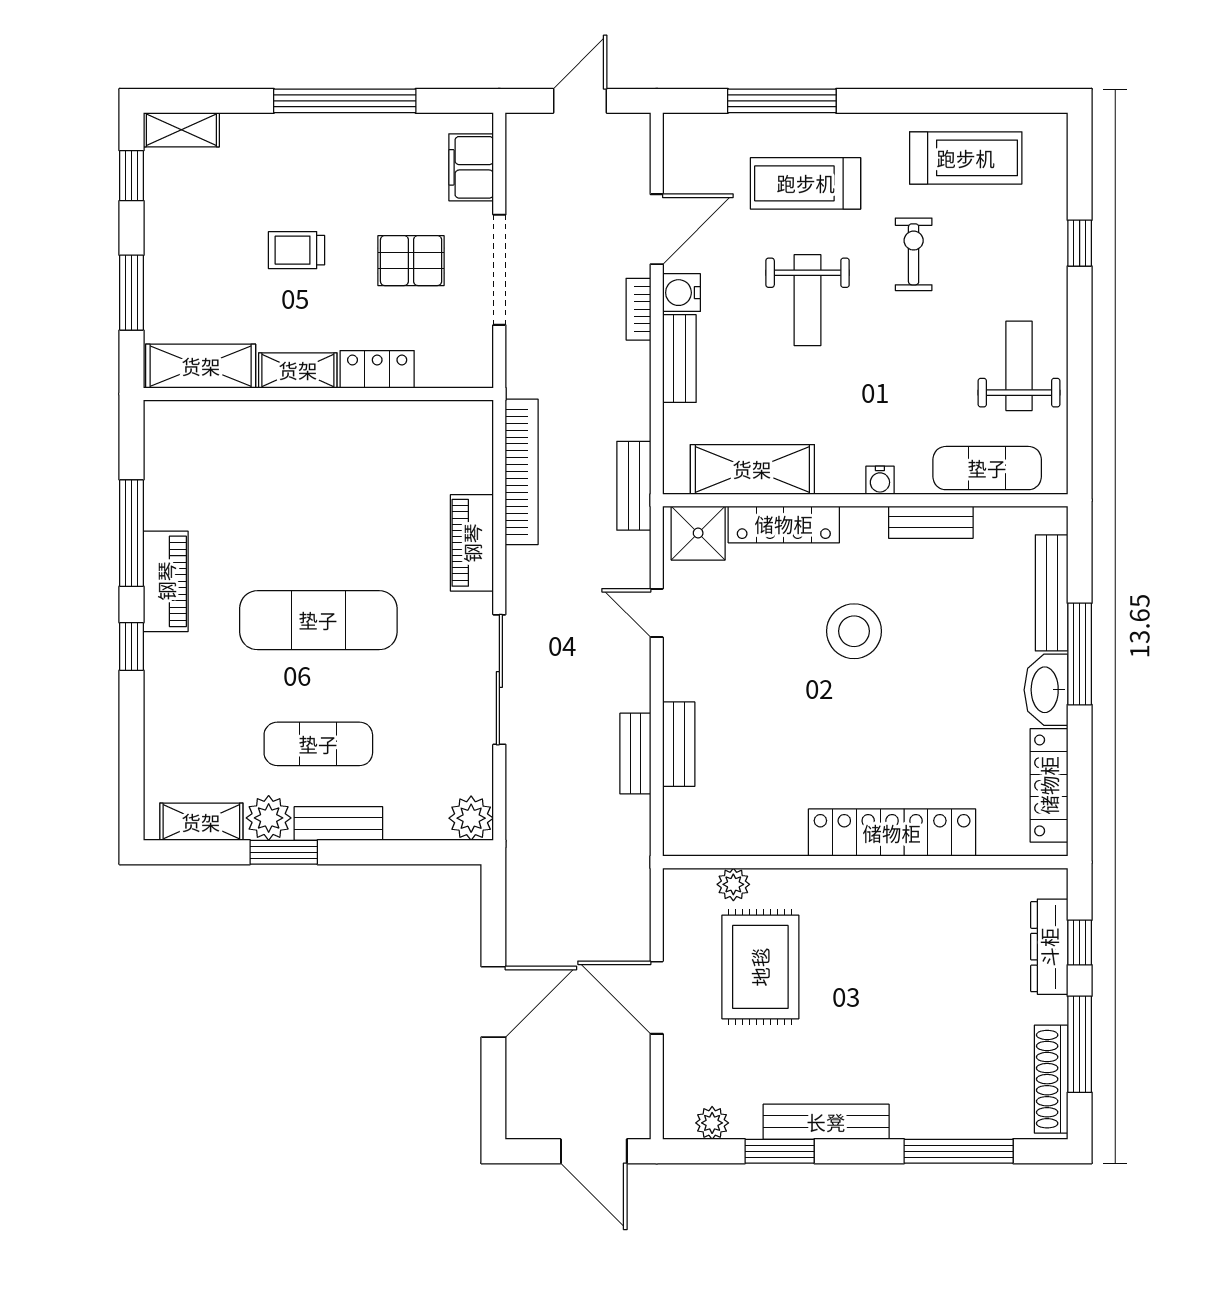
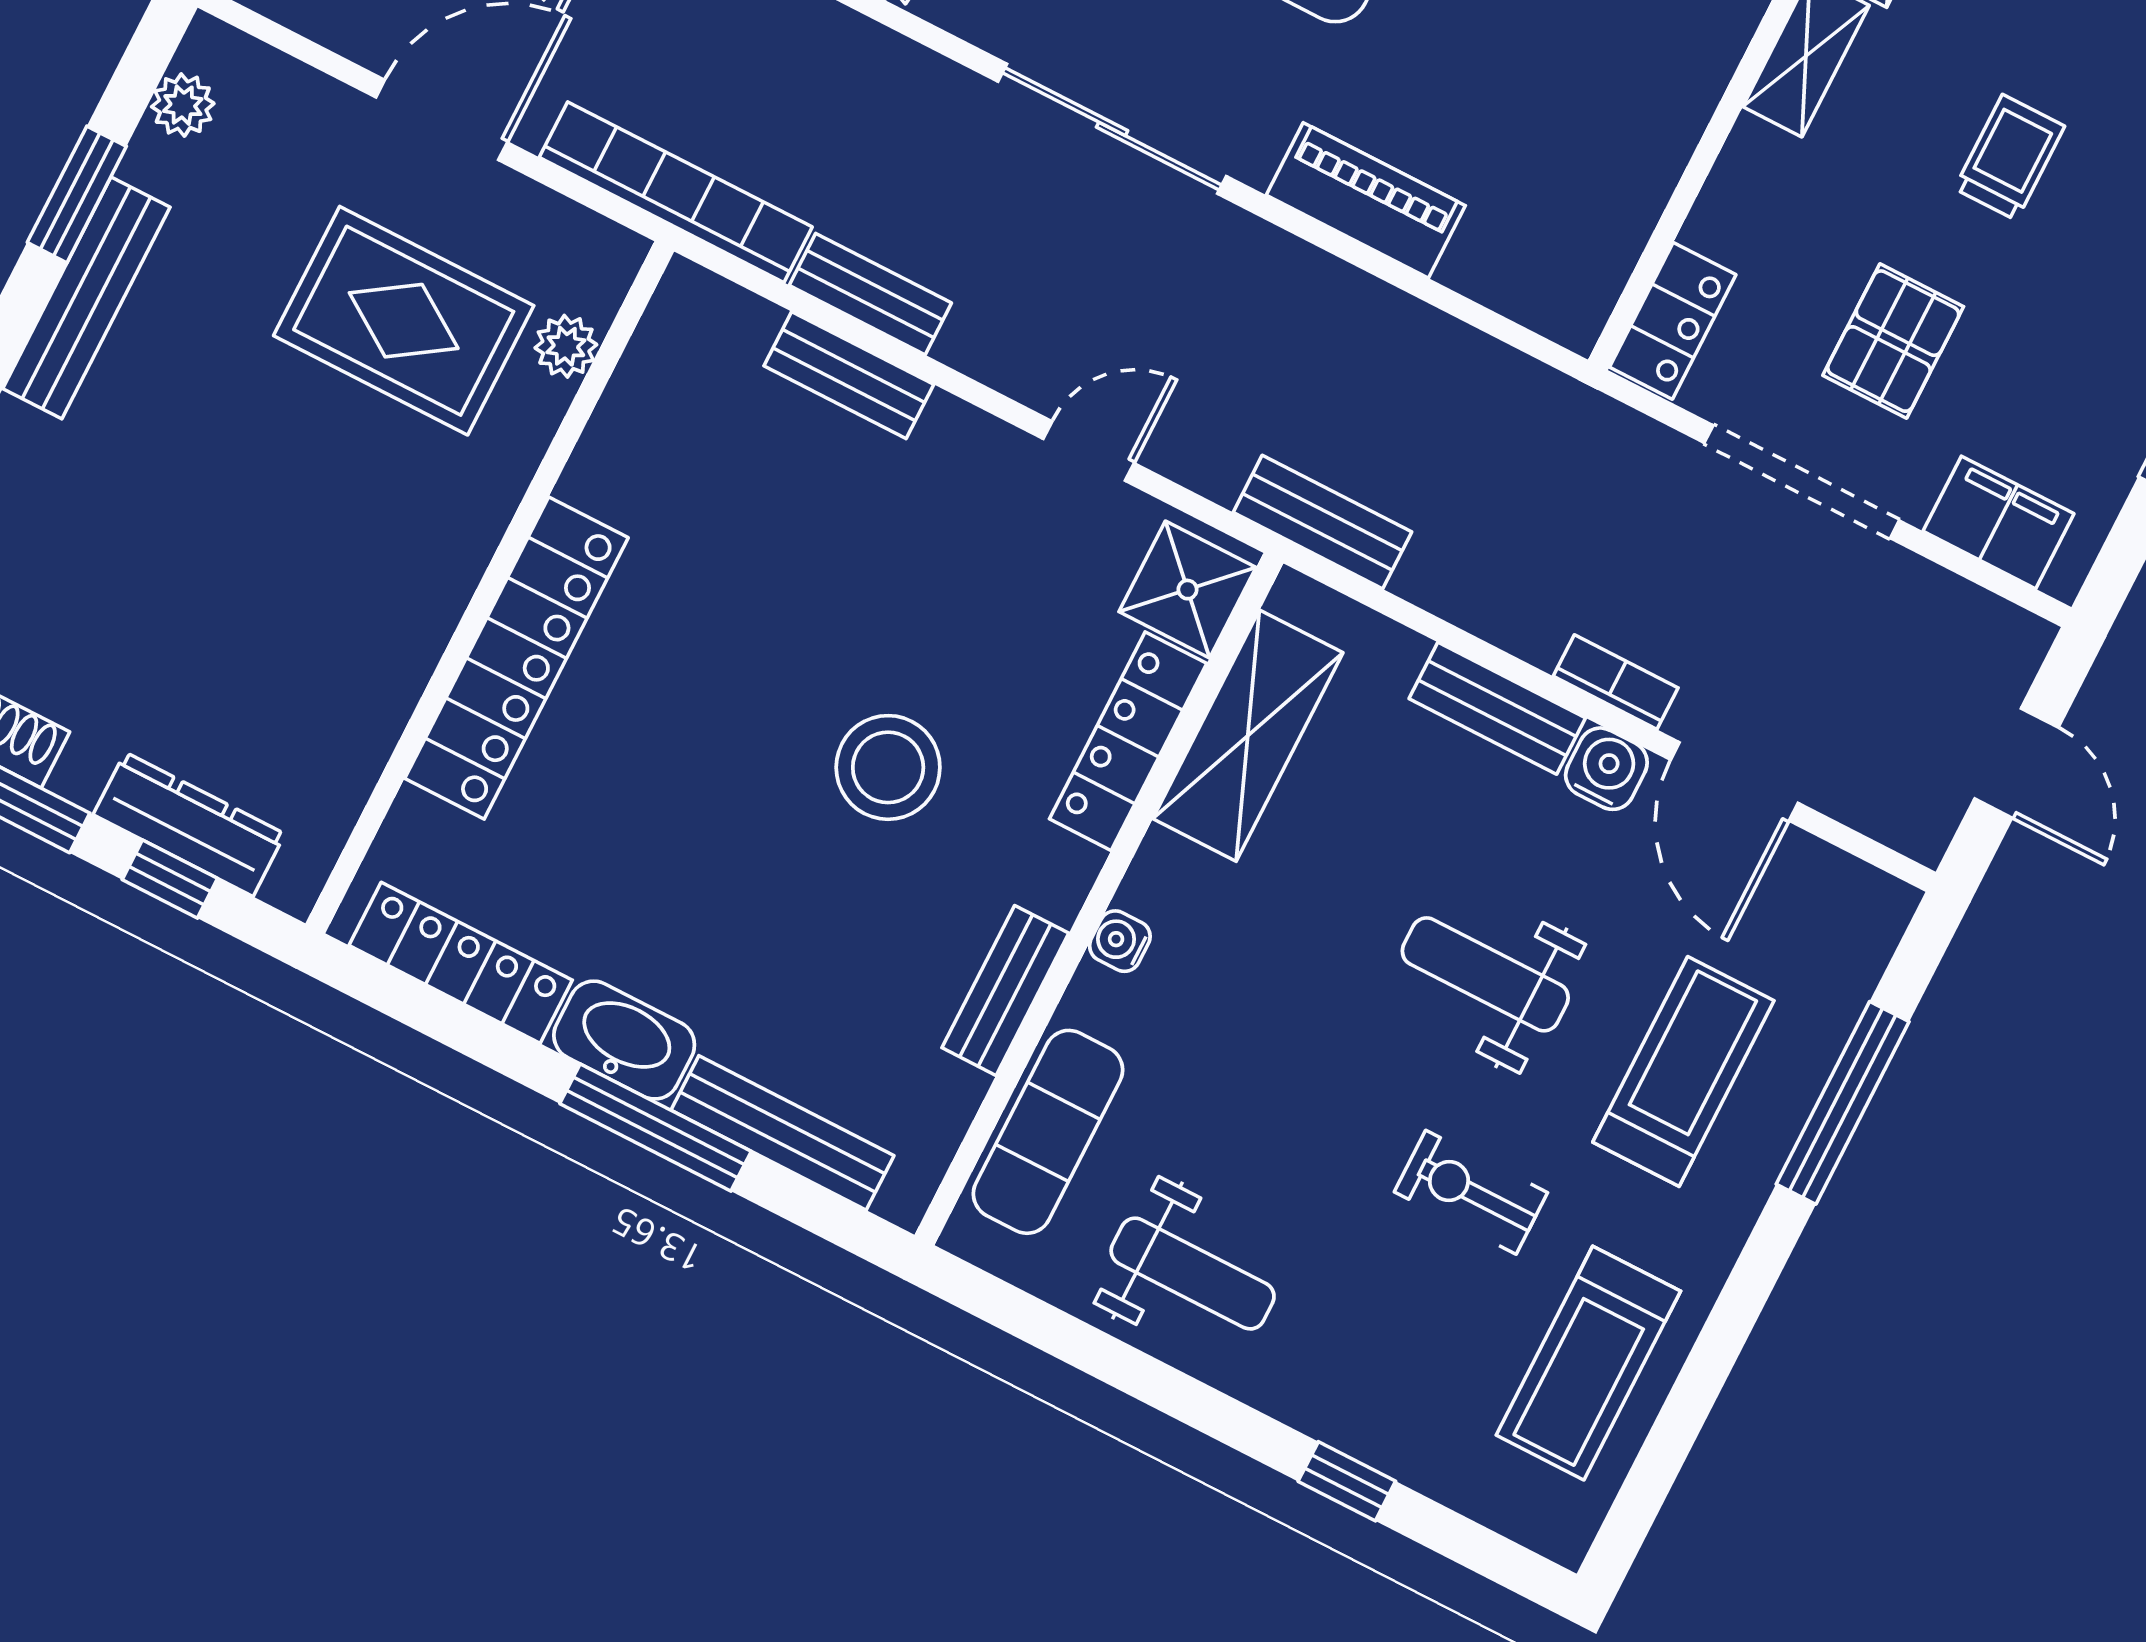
exercise bike: (914, 254) -> (1471, 1192), turned 180
locker: (377, 369) -> (1673, 321), moved
bookcase: (522, 472) -> (676, 192), moved, turned 180

